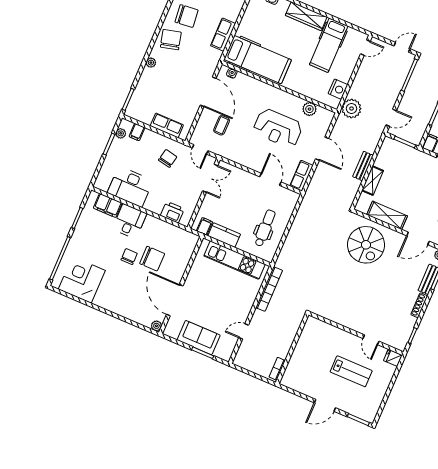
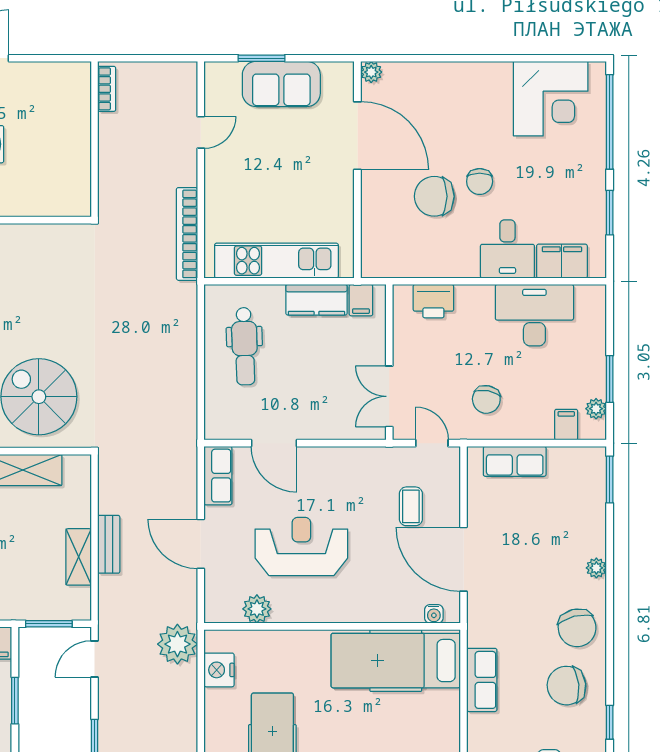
shelving: (373, 181) -> (79, 557), moved

